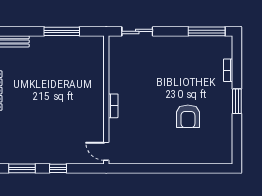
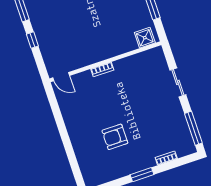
sliding door: (137, 31) -> (178, 82), moved
shower: (95, 50) -> (145, 38), added
door: (106, 151) -> (61, 77), swing flipped

